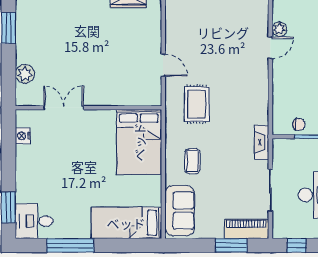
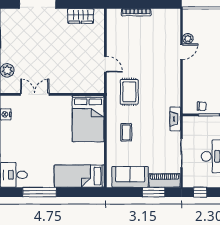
sofa: (180, 211) -> (130, 177), moved, turned -90

